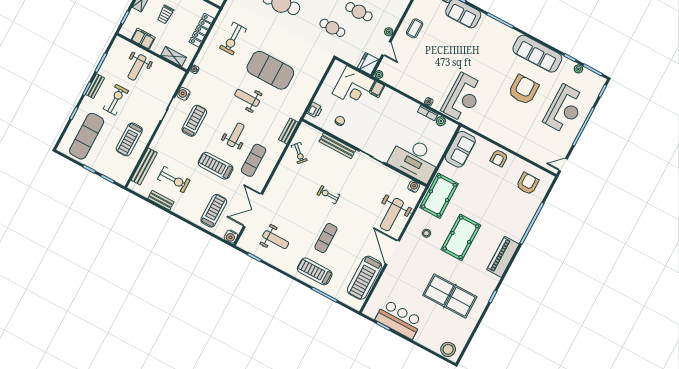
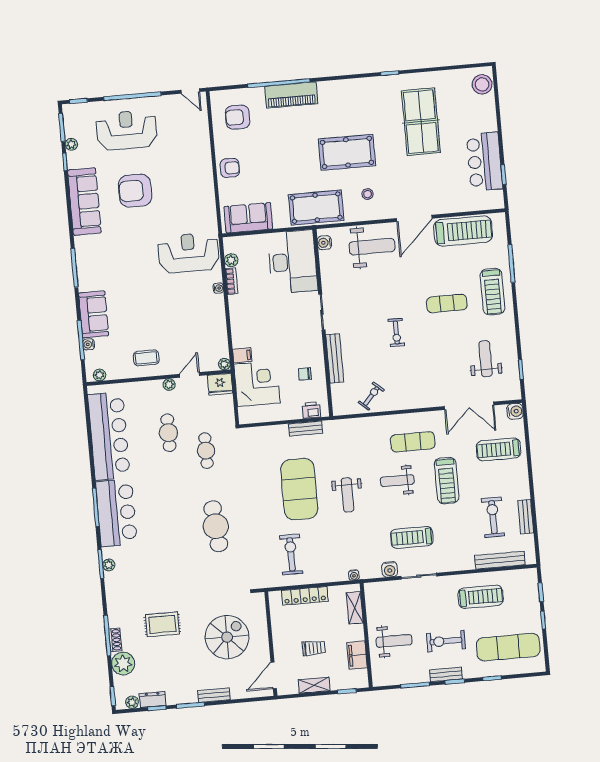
exercise bike: (233, 38) -> (291, 554), turned -90
bench: (288, 131) -> (306, 429), moved
piano: (503, 257) -> (291, 95), moved

